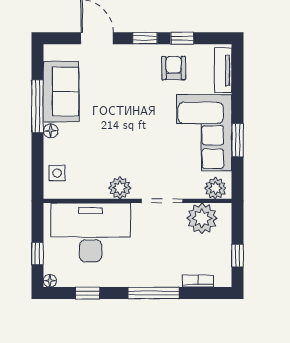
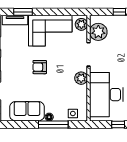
armchair: (174, 68) -> (40, 67), moved
window: (37, 106) -> (53, 124), moved
window: (237, 140) -> (23, 12), moved

